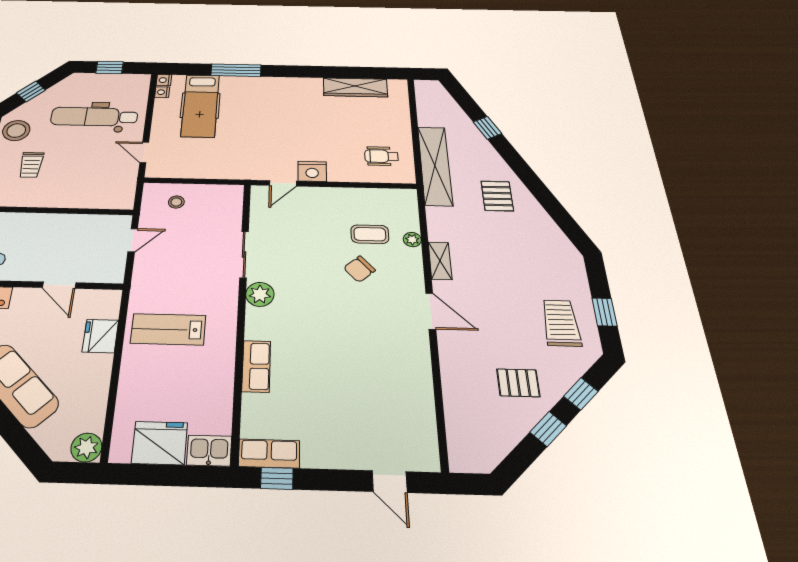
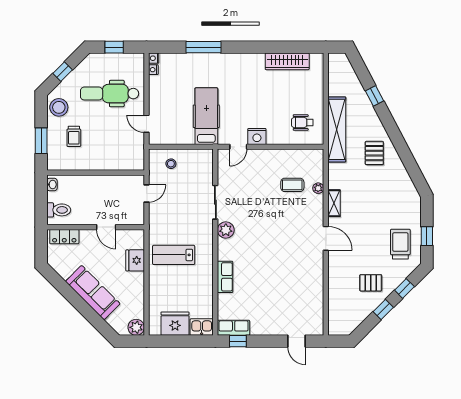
hospital bed: (200, 106) -> (206, 116), moved, turned 180
chair: (359, 269) -> (285, 211), removed

